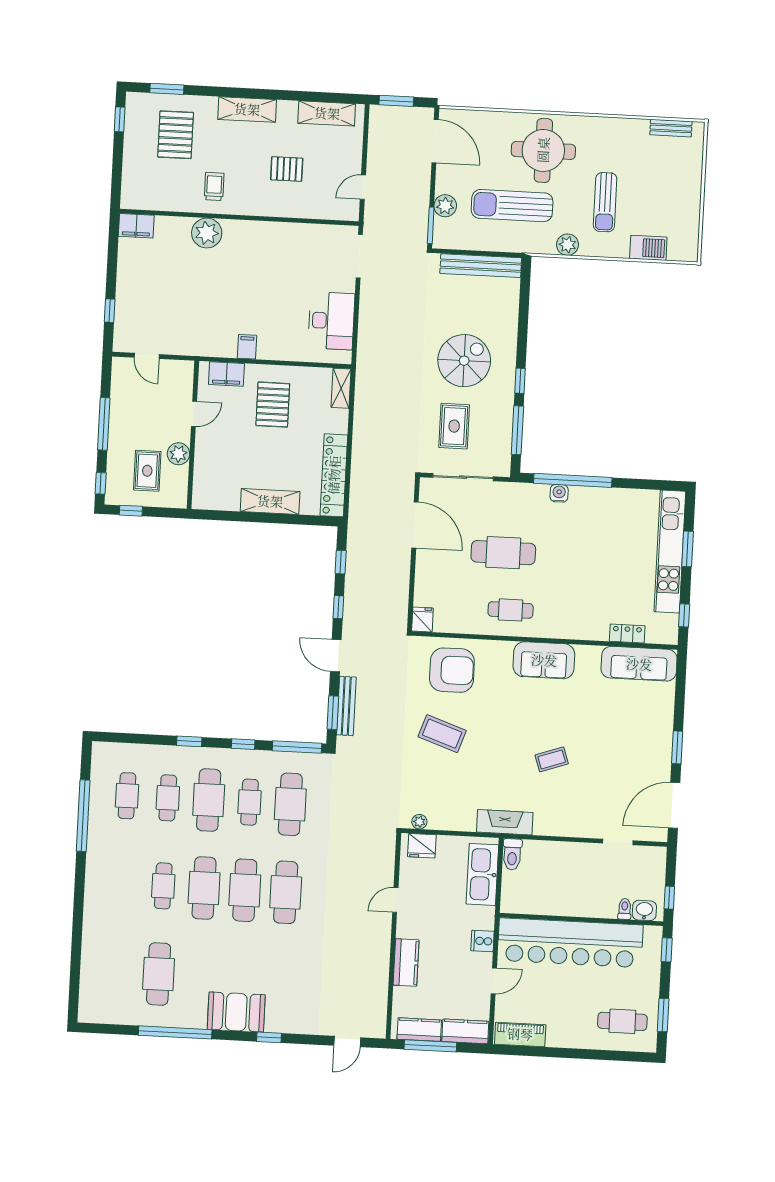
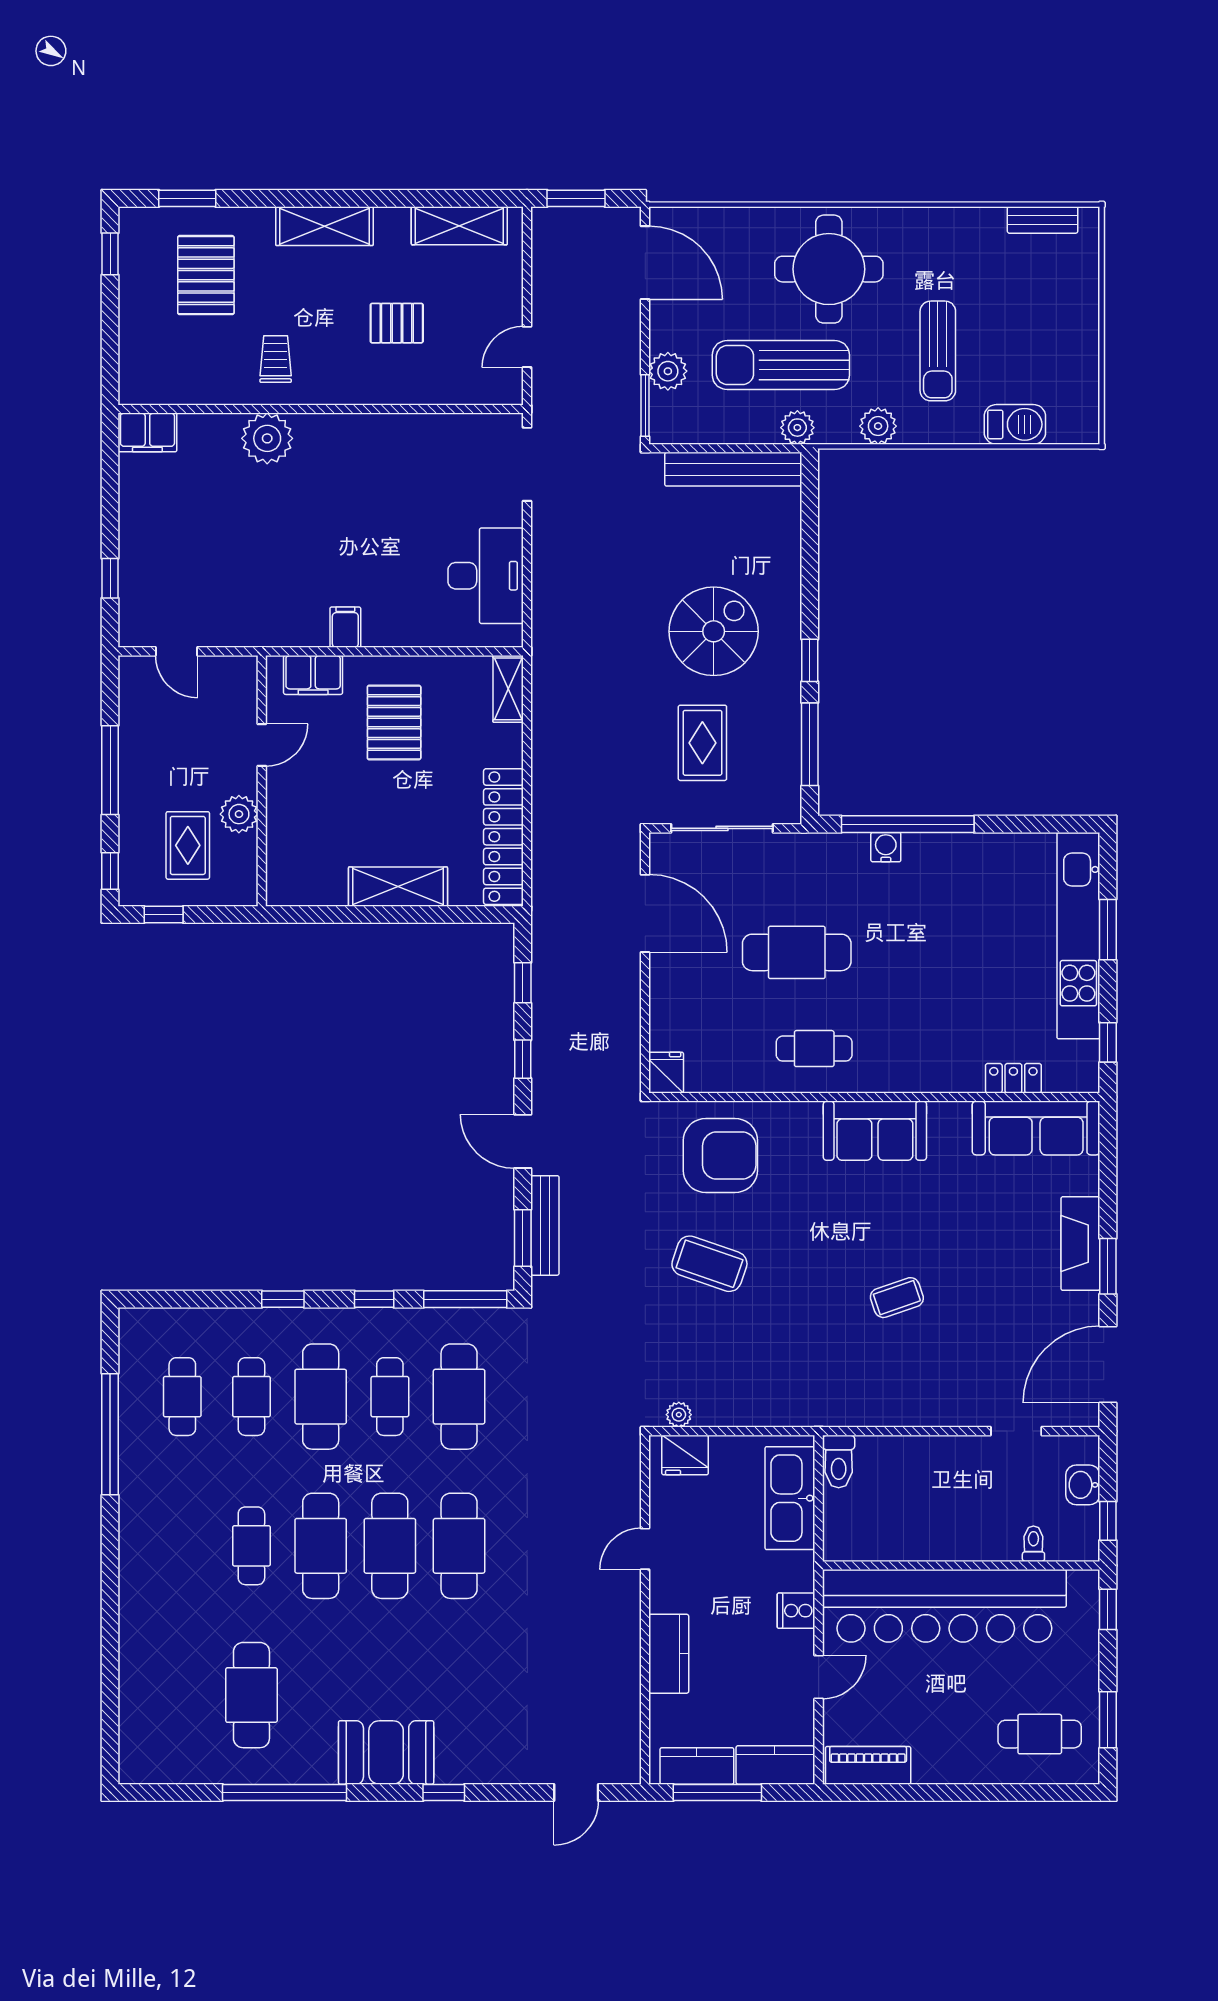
plant: (520, 243) -> (797, 428), added
fireplace: (505, 822) -> (1080, 1244), moved, turned -90
washbasin: (644, 910) -> (1083, 1485), moved, turned -90

